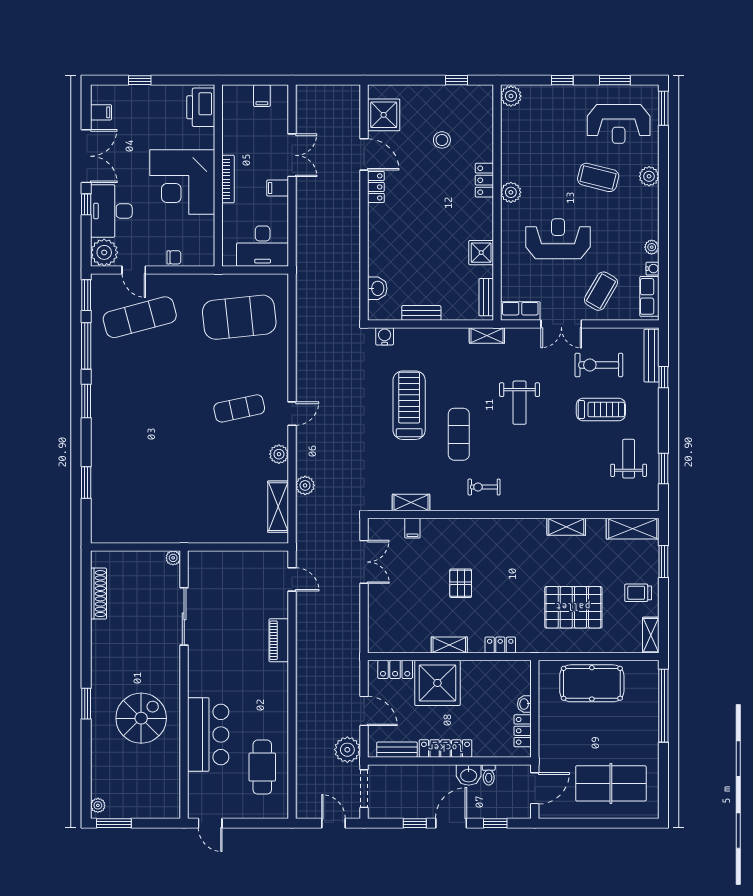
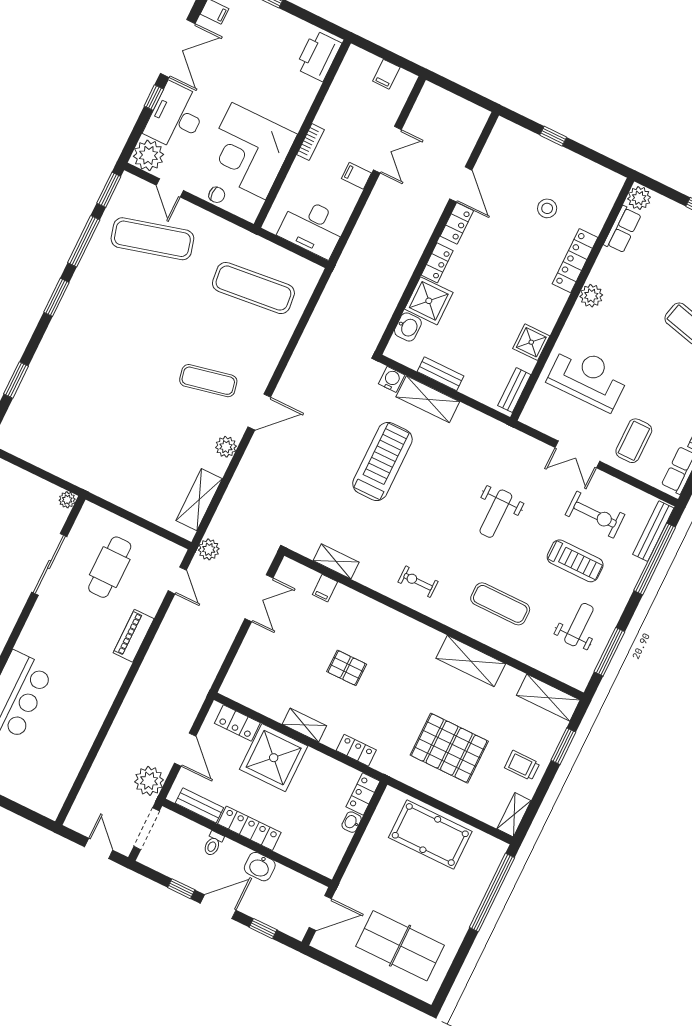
window: (457, 80) -> (553, 136), moved
shower: (384, 115) -> (429, 301), moved
bookcase: (228, 179) -> (311, 142), width x0.64
locker: (484, 180) -> (575, 261), width x1.53
corner desk: (182, 182) -> (249, 151), moved
locker: (376, 226) -> (437, 263), added
reception desk: (558, 239) -> (588, 378), moved
coffee table: (601, 291) -> (634, 441), turned -30
row of seats: (520, 311) -> (623, 229), moved, turned 90
exercise mat: (239, 317) -> (253, 288), width x0.68
shelving: (487, 335) -> (428, 399), moved, width x1.50, depth x1.33
exercise bike: (599, 365) -> (595, 515), turned 180
window: (663, 377) -> (655, 559), width x3.17
door: (292, 414) -> (259, 412), width x1.38
exercise mat: (459, 434) -> (500, 604), moved, turned 90
window: (663, 468) -> (609, 652), width x1.44
plant: (305, 485) -> (209, 549), moved
shelving: (566, 527) -> (471, 661), width x1.50, depth x1.33
pallet: (461, 583) -> (347, 668), turned 90
locker: (523, 731) -> (363, 794), moved
cafe table: (262, 767) -> (110, 567), moved
toilet: (489, 775) -> (213, 844), moved

